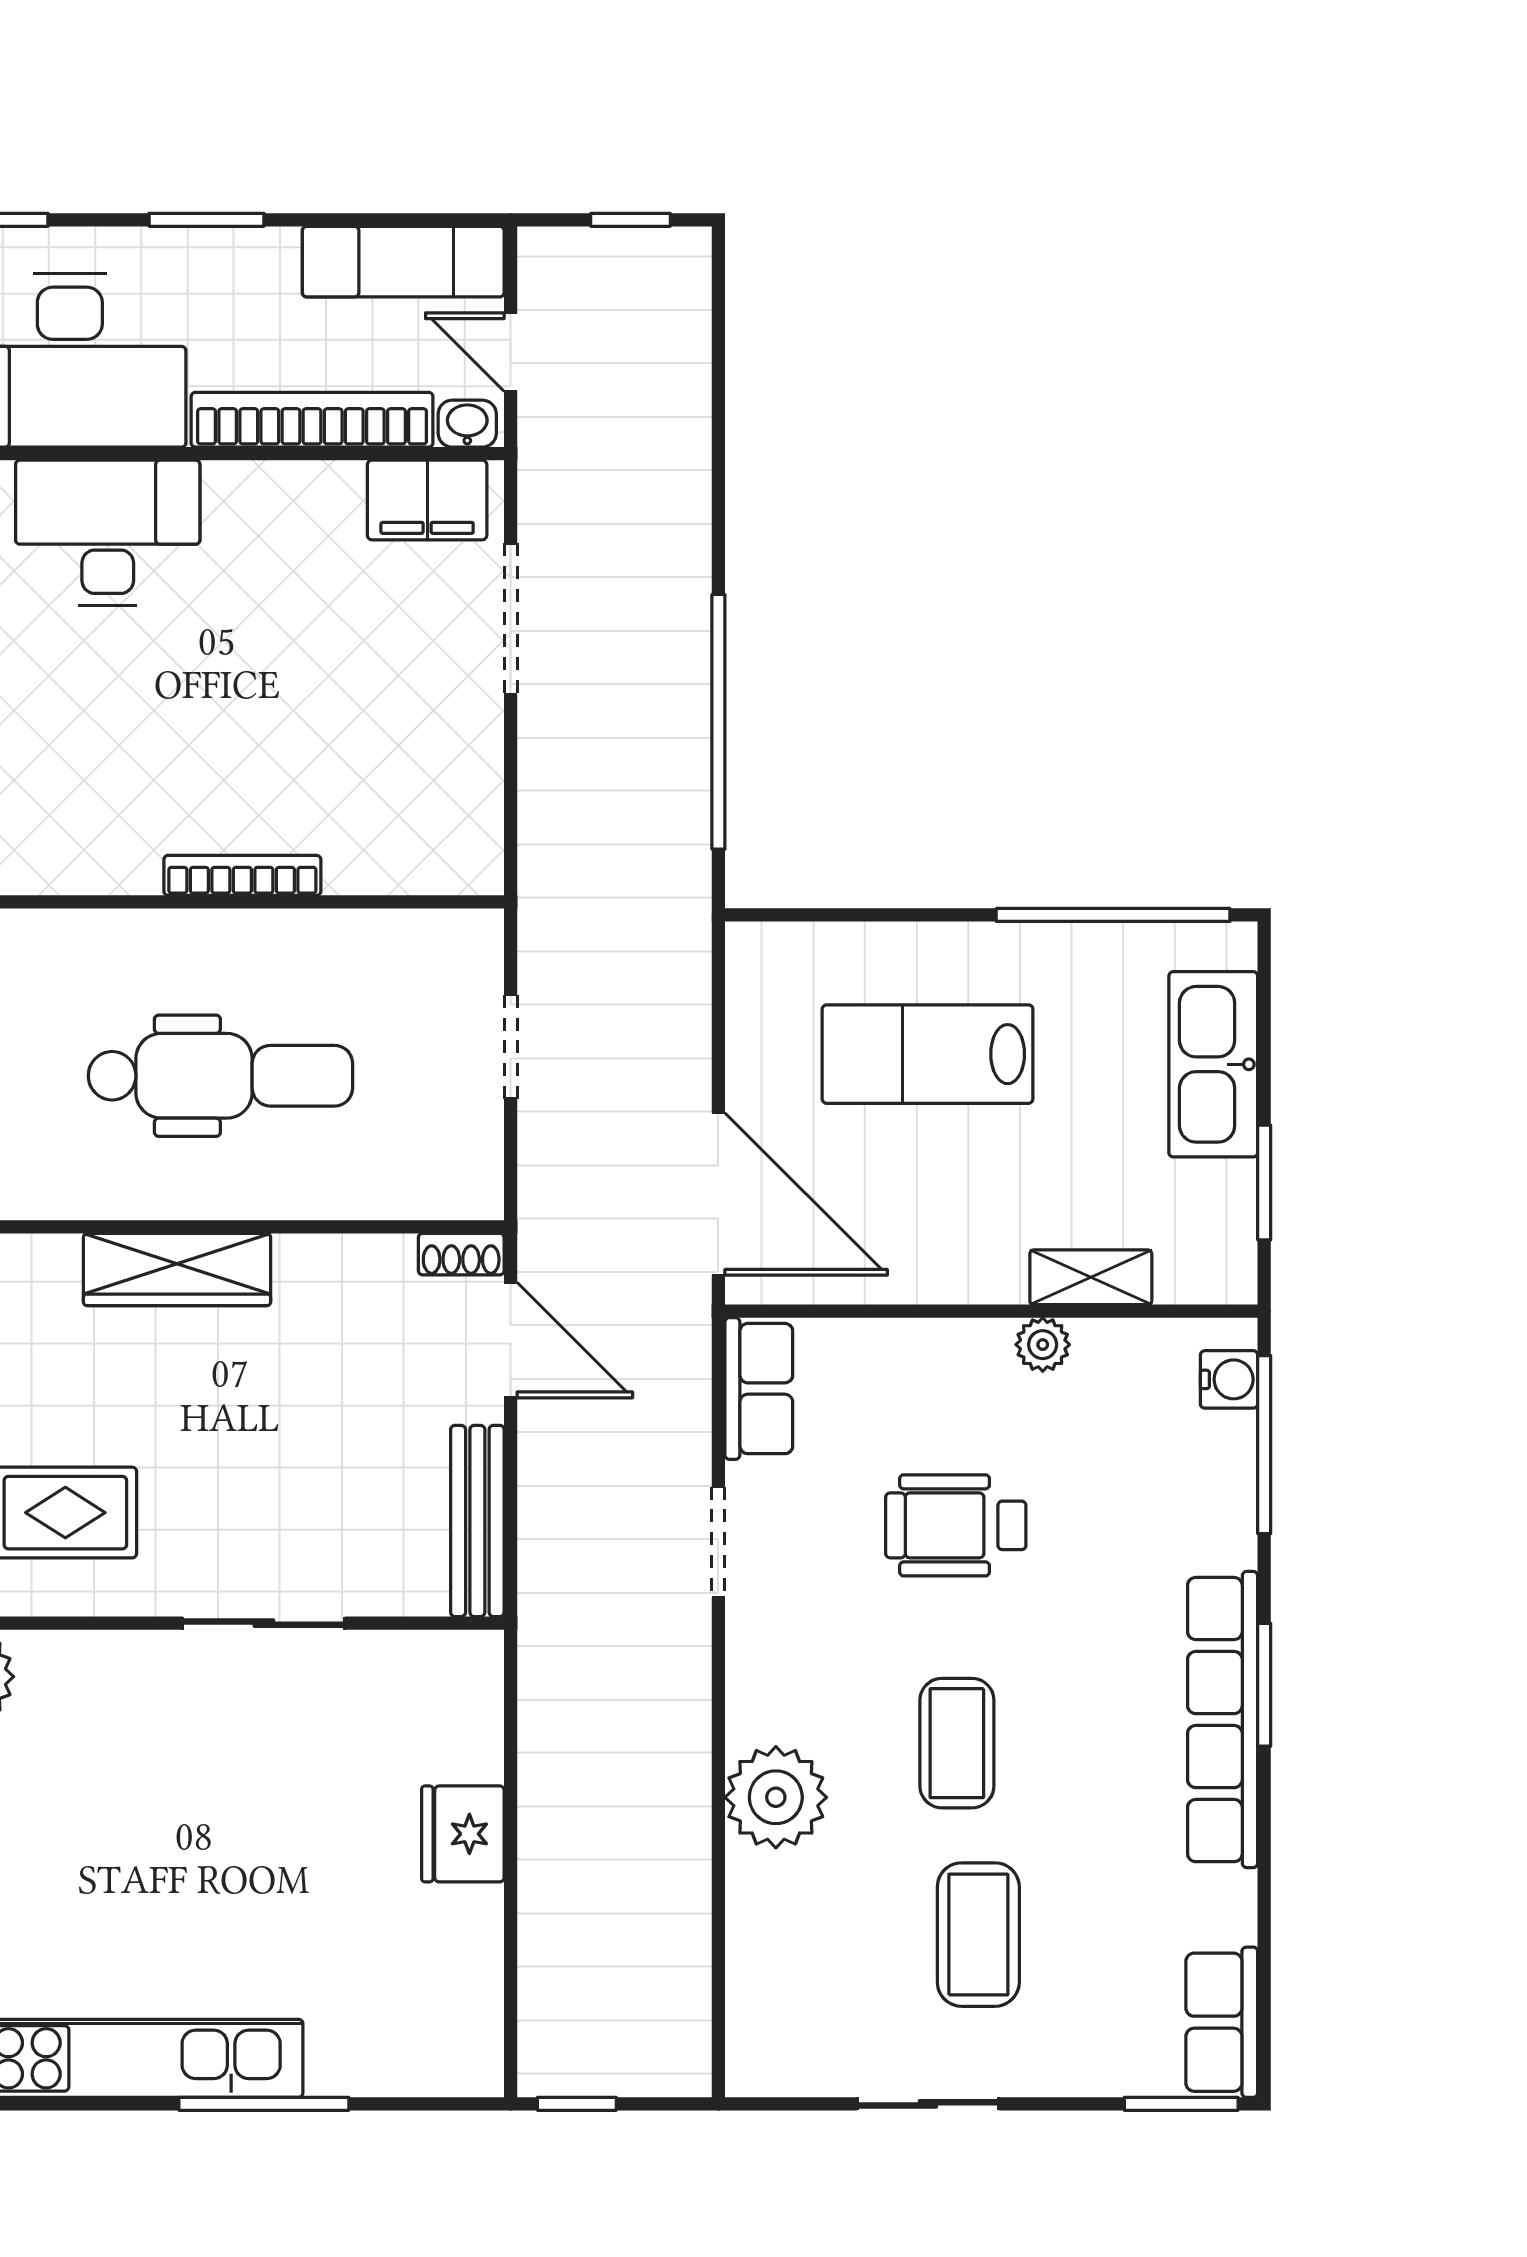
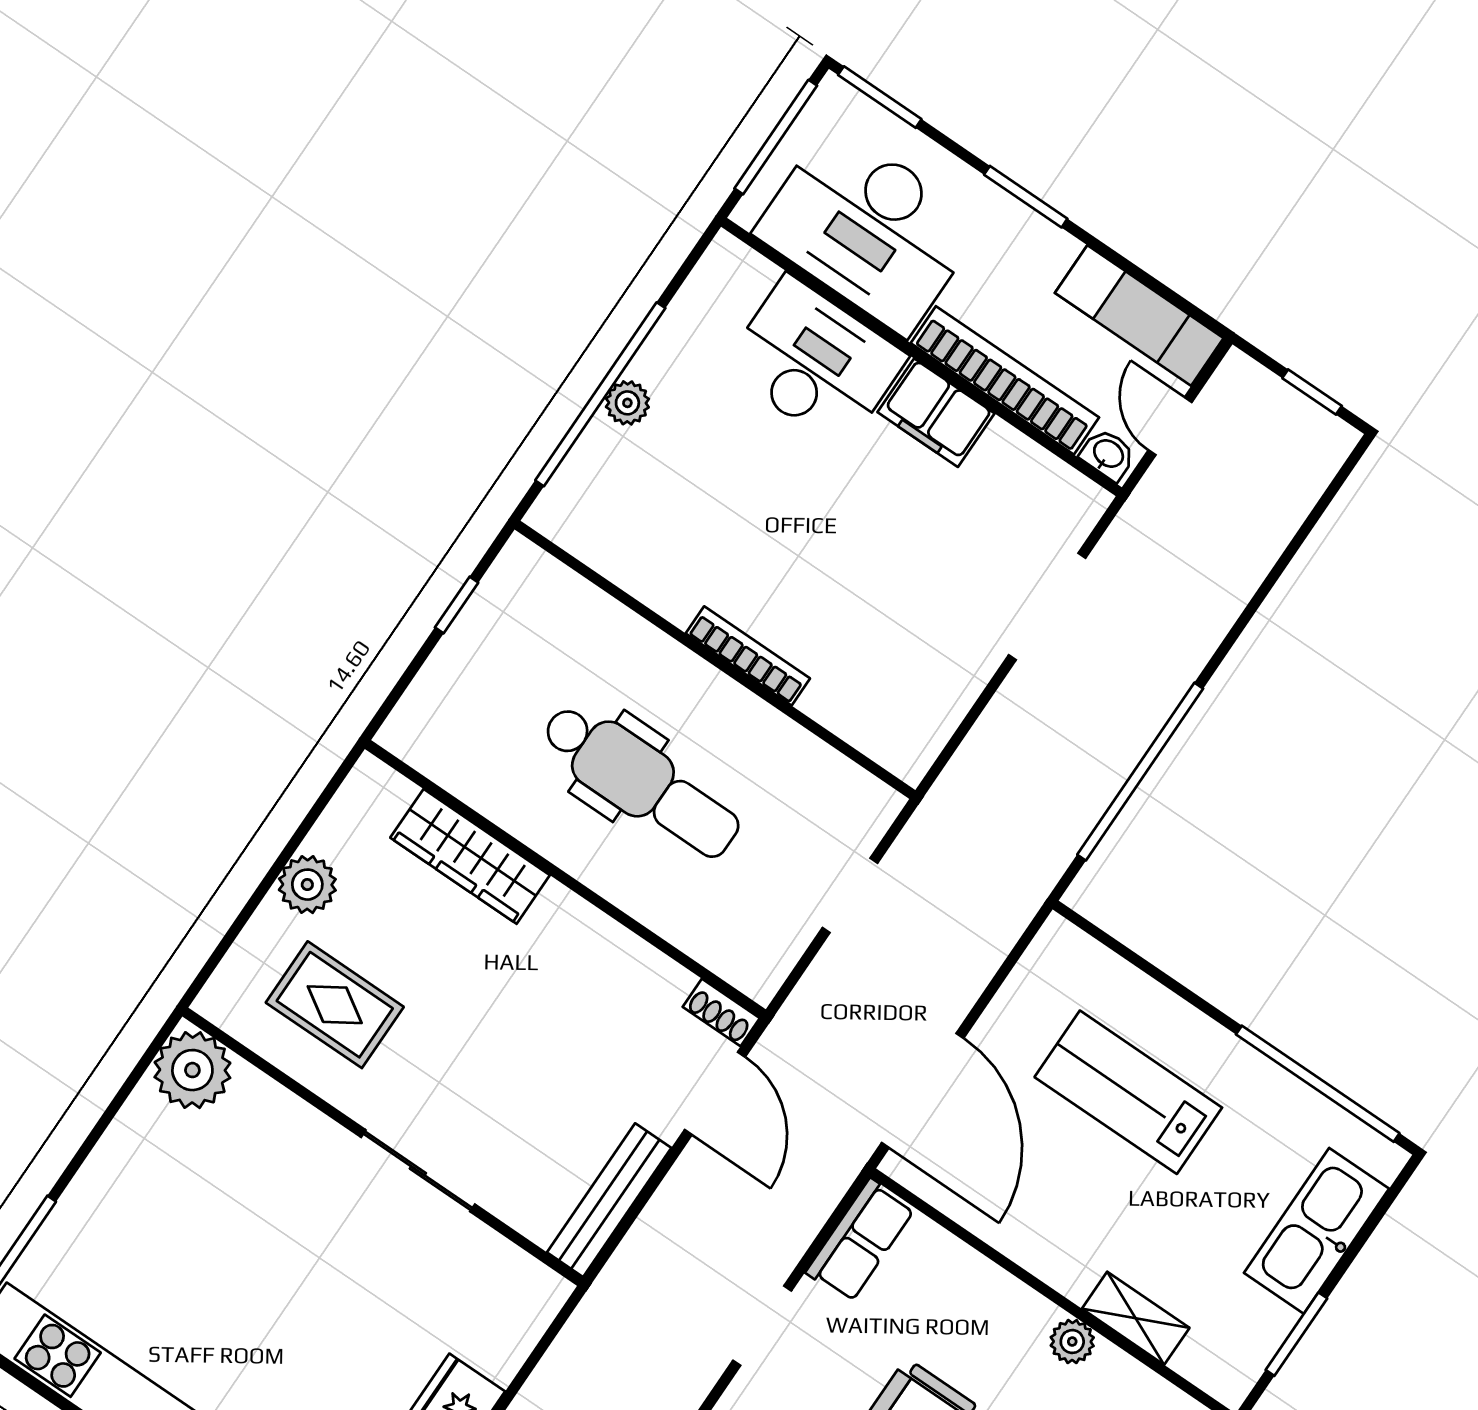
filing cabinet: (427, 500) -> (936, 413), moved
wardrobe: (177, 1269) -> (470, 856), moved

